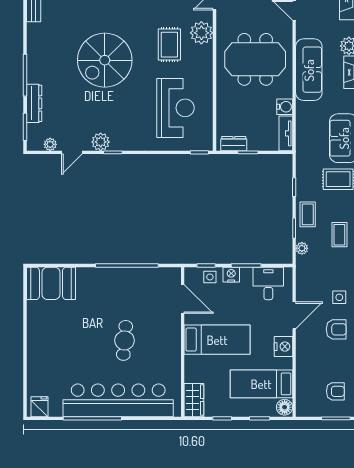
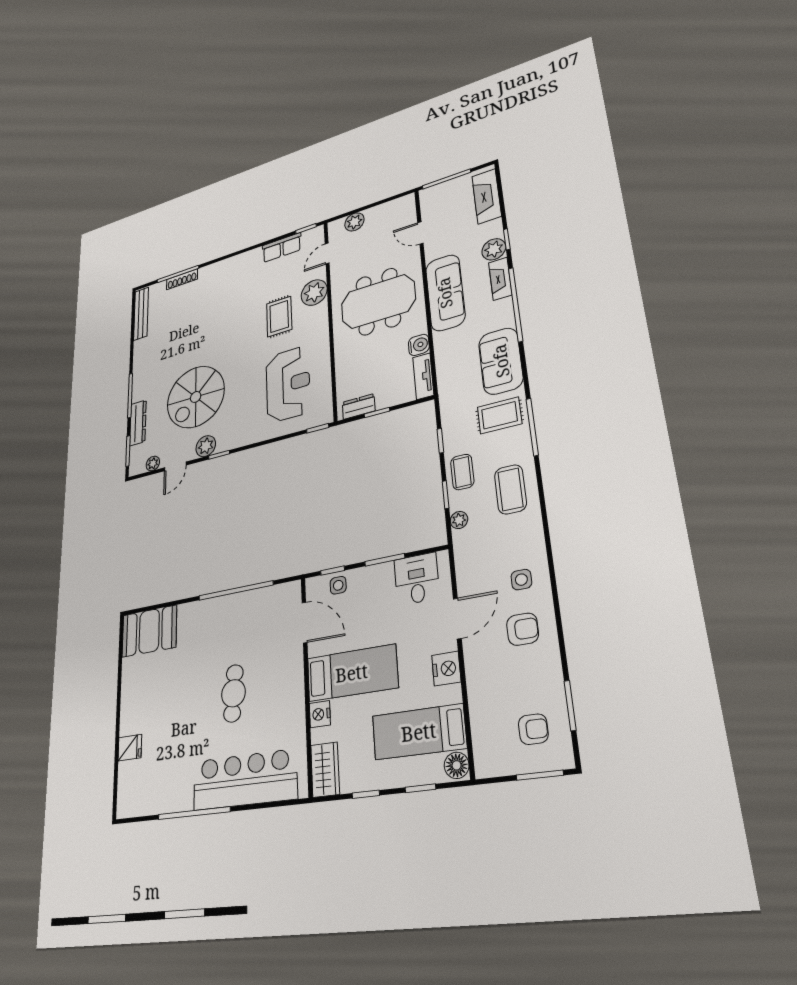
spiral stairs: (105, 60) -> (196, 397), moved
coffee table: (339, 235) -> (510, 489), width x1.36, depth x1.30
nightstand: (231, 275) -> (320, 714), moved, turned -90
bar counter: (118, 400) -> (245, 780), width x0.73
fridge: (39, 407) -> (130, 748), moved, turned 90

